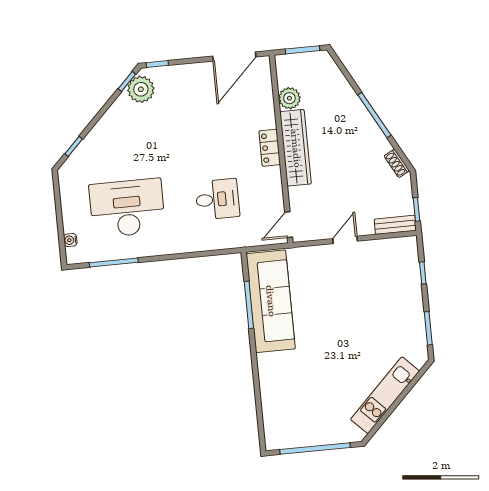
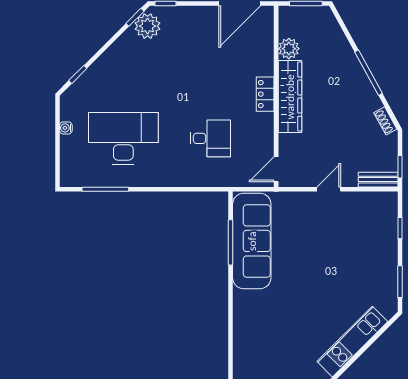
water cooler: (70, 240) -> (66, 128), moved

